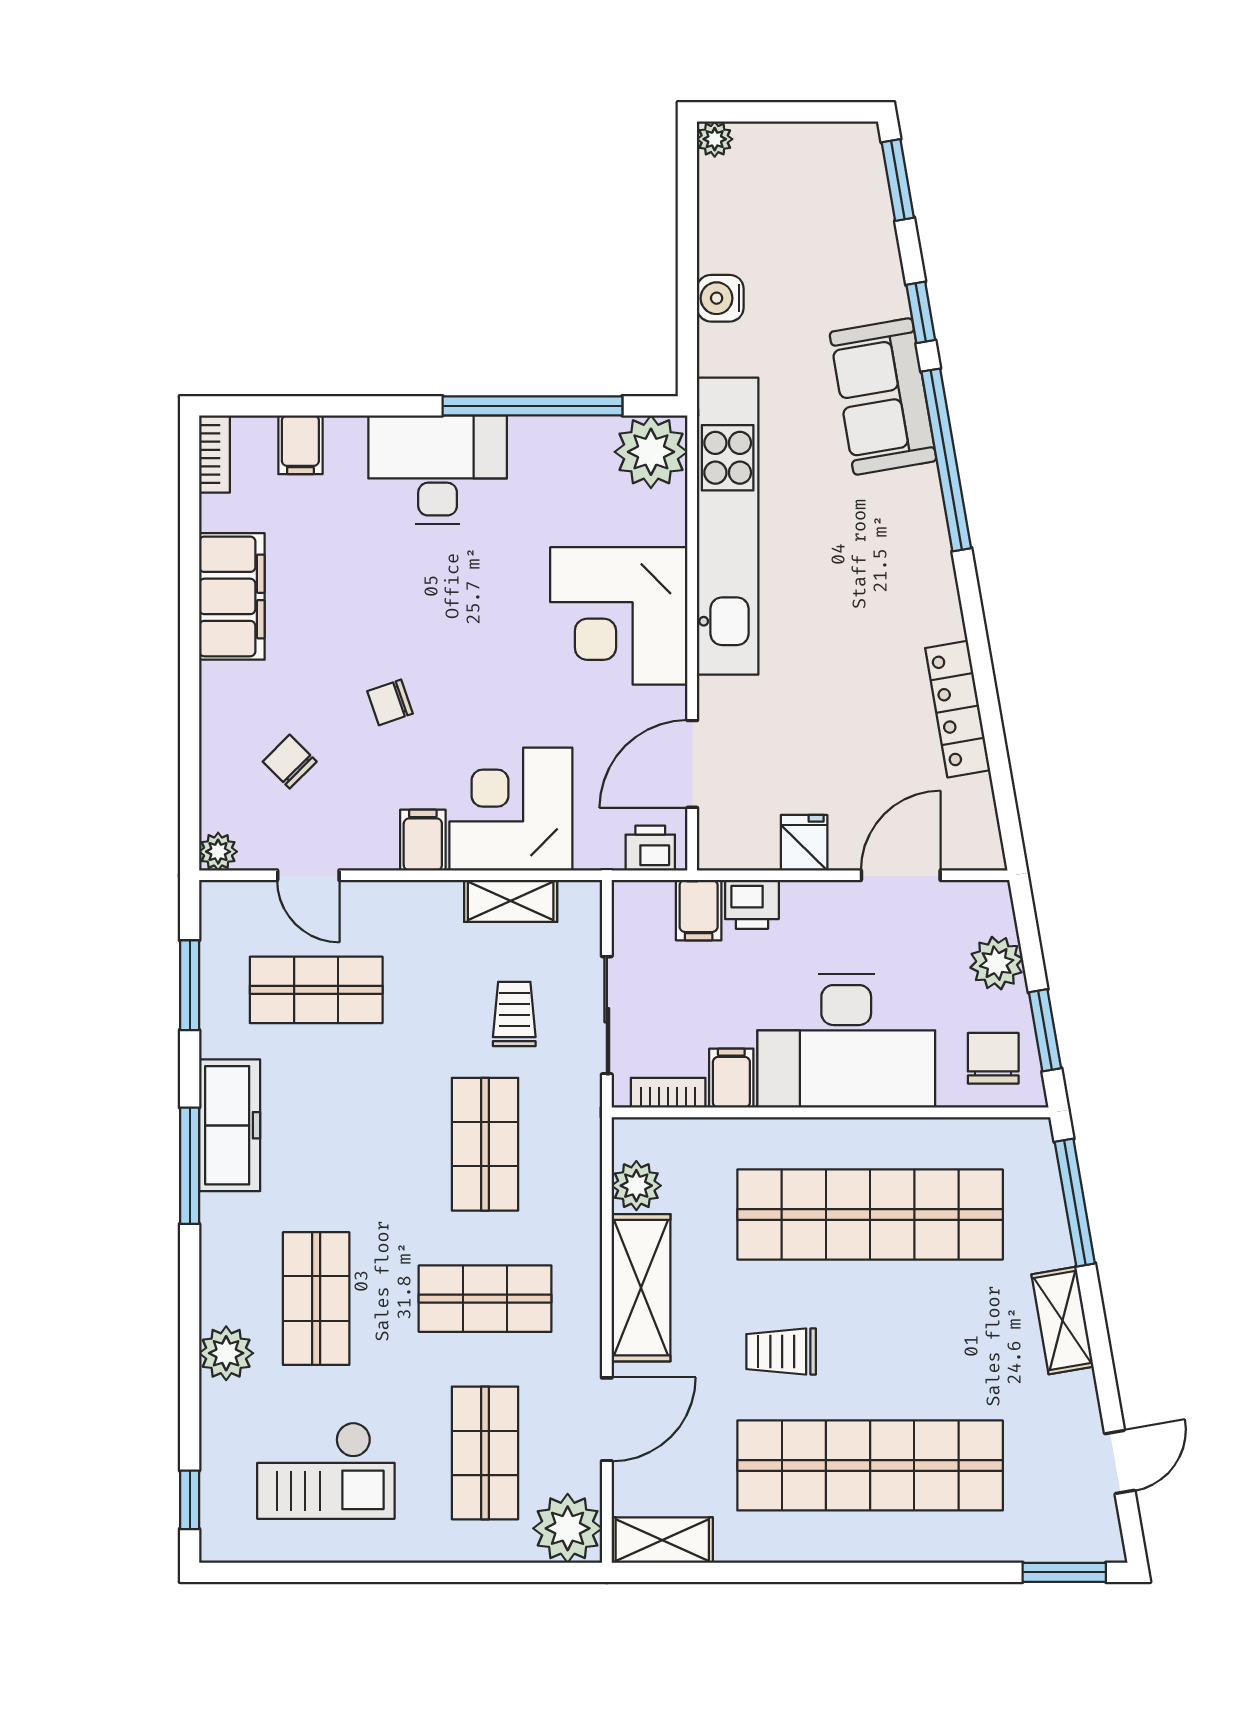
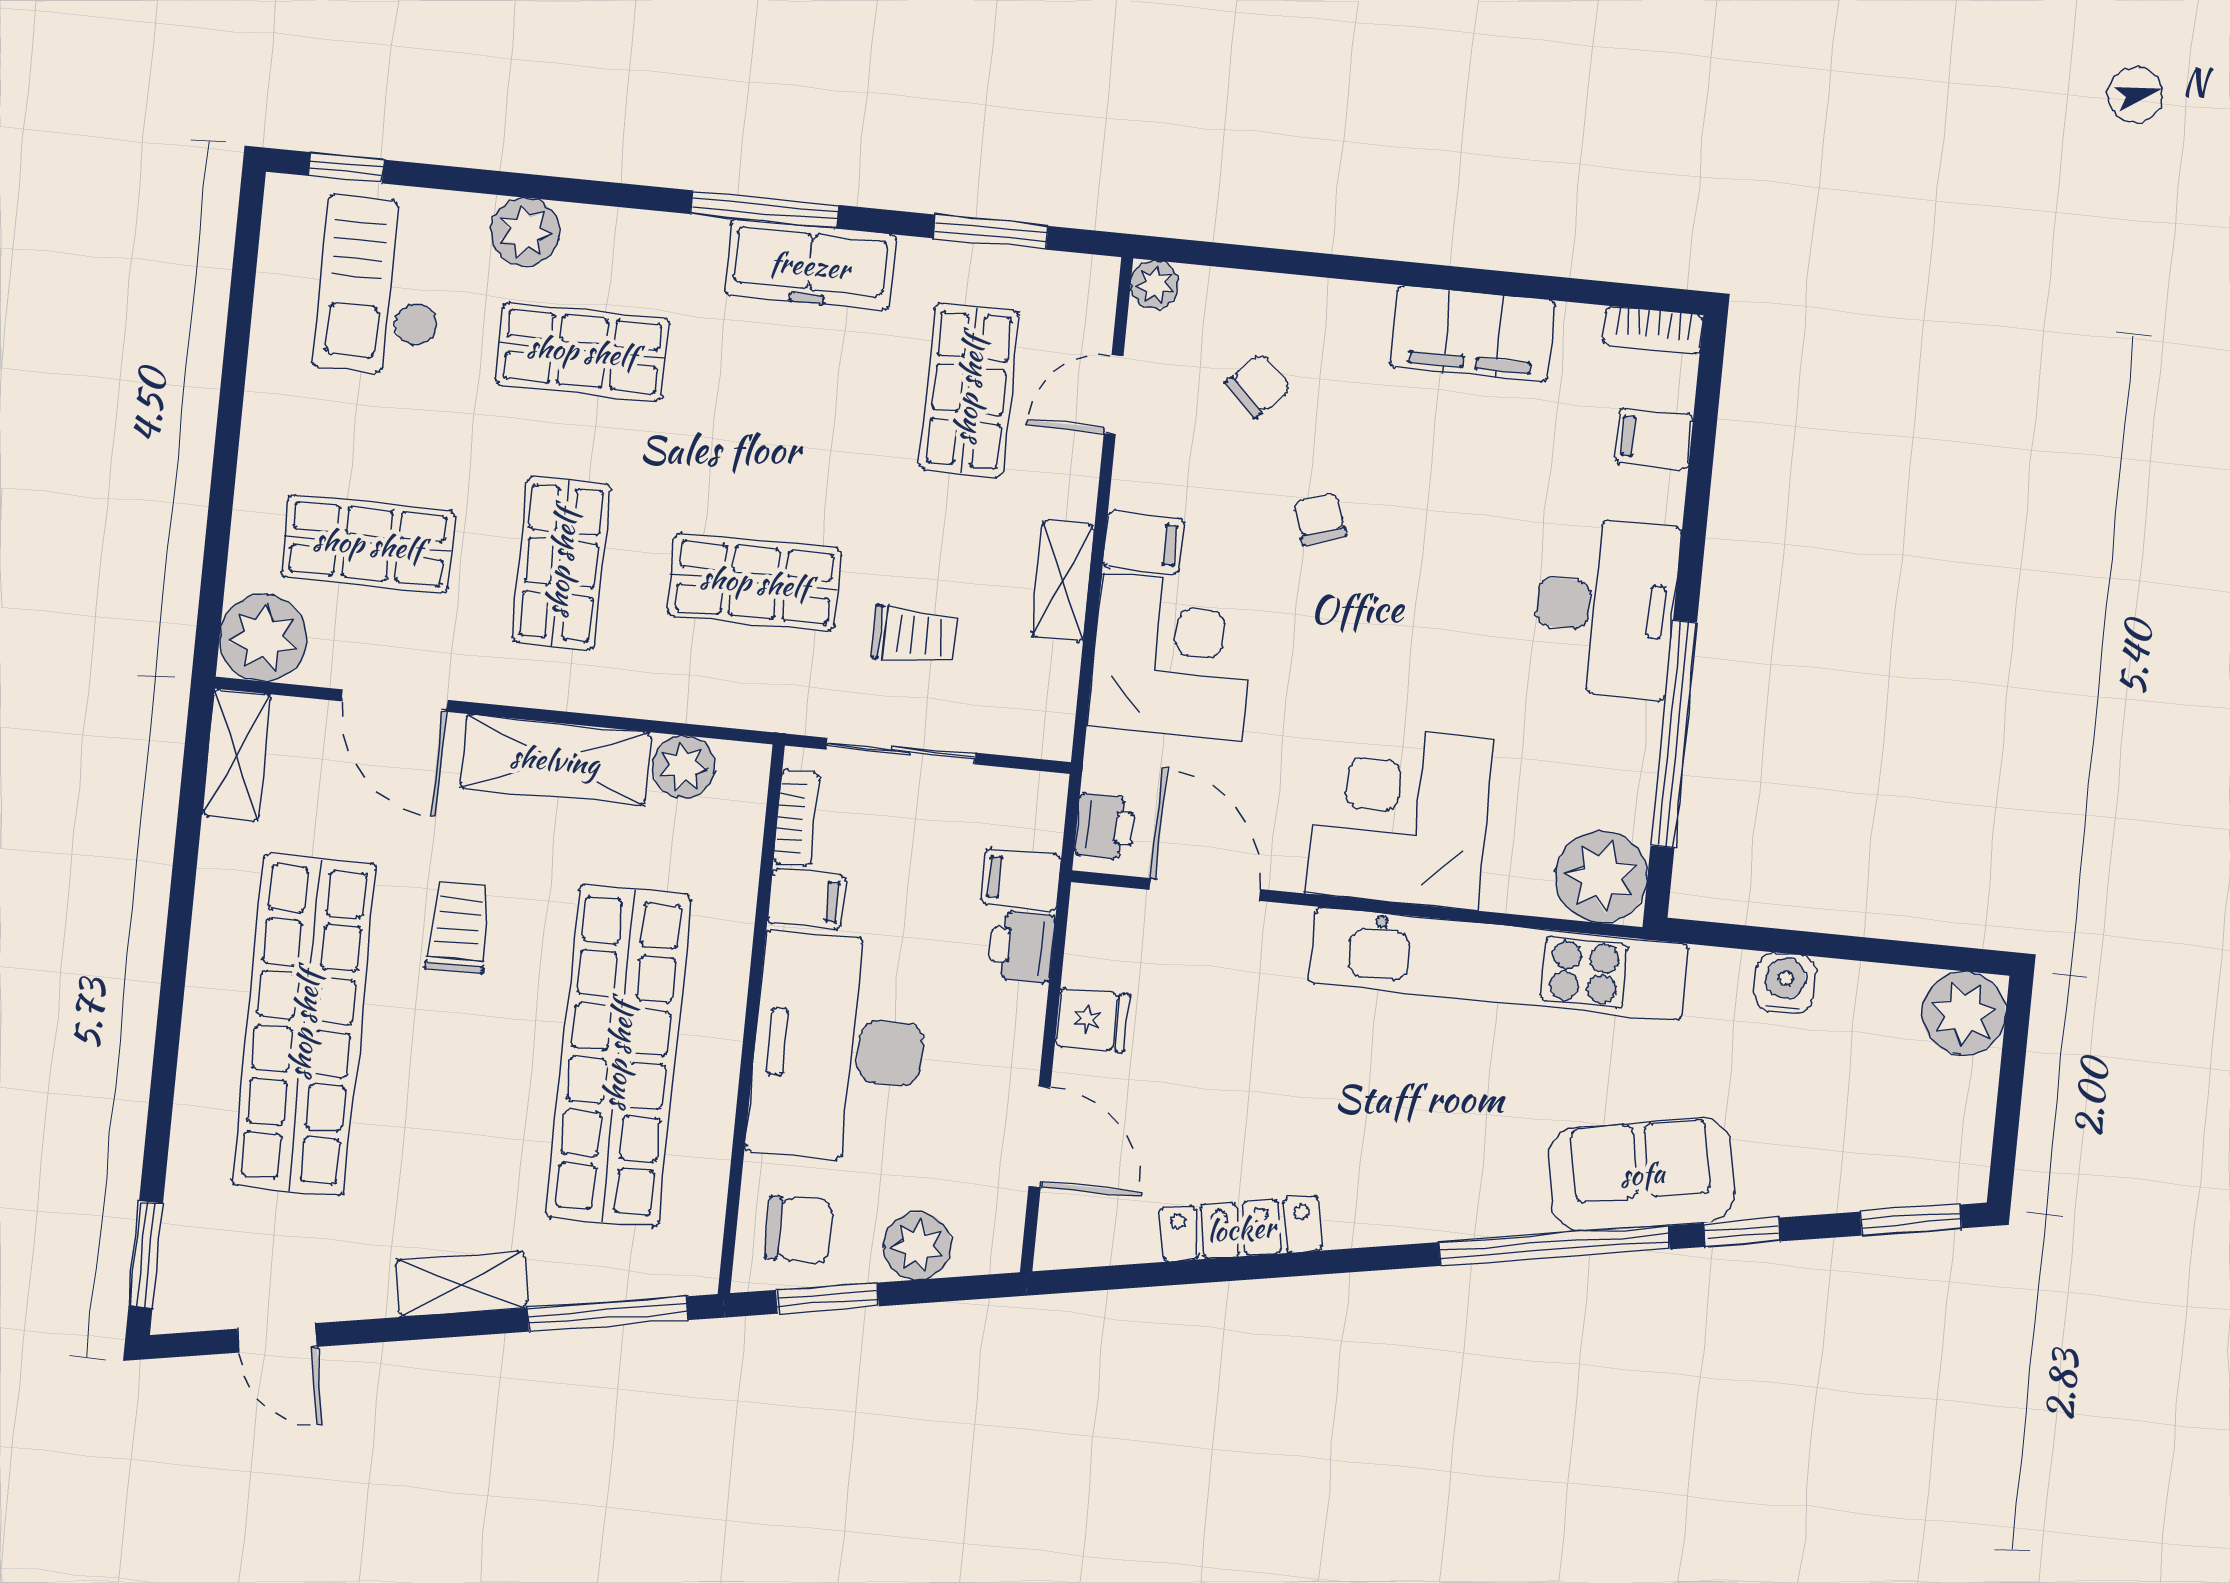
plant: (715, 139) -> (1964, 1013), width x1.88, depth x1.88
shelving: (511, 901) -> (1063, 581), moved
checkout: (326, 1471) -> (381, 286), moved

